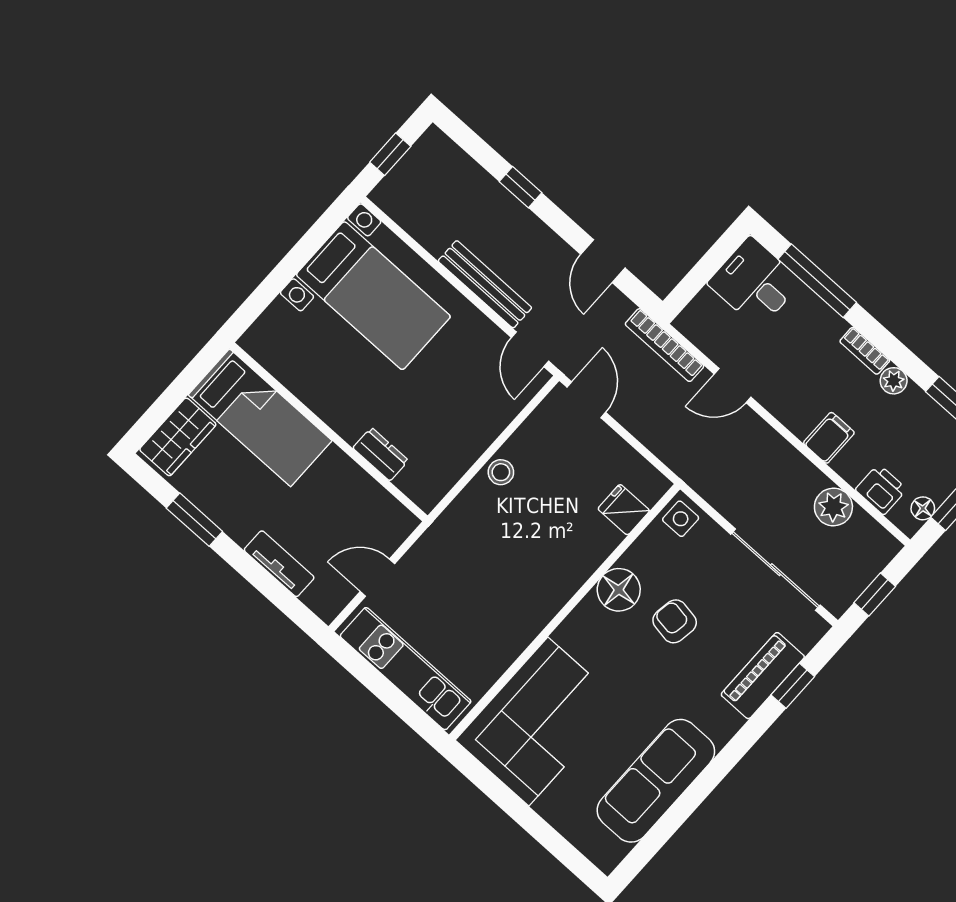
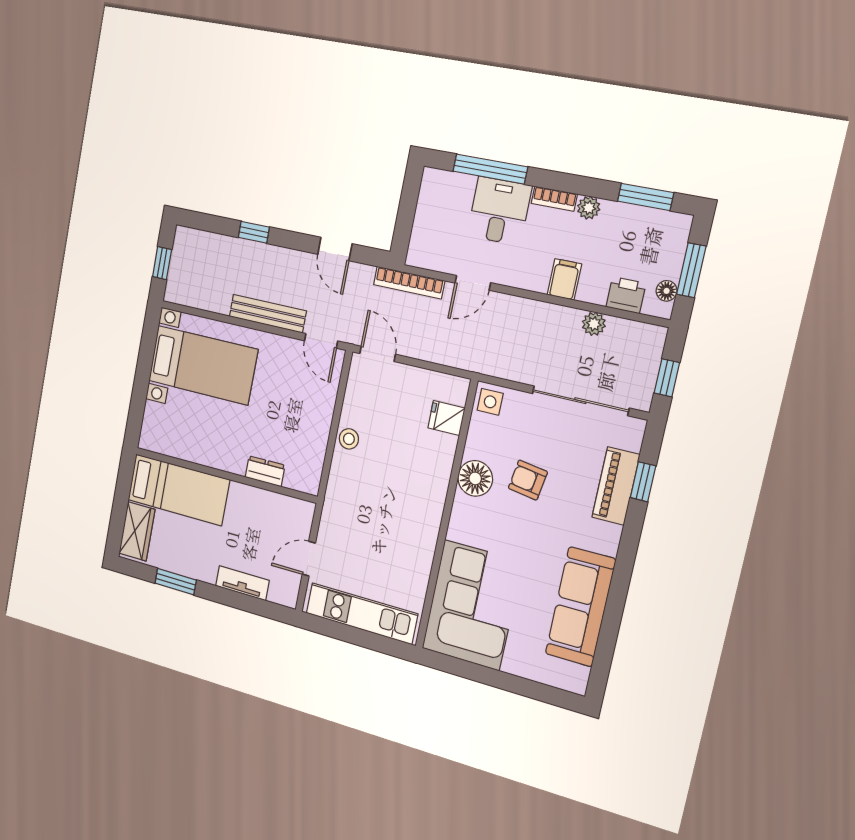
desk: (755, 283) -> (499, 211), moved, turned 90
plant: (833, 507) -> (594, 324), width x0.73, depth x0.73

